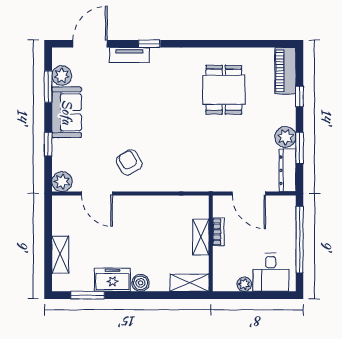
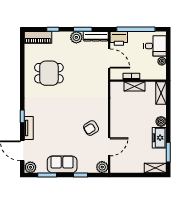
plant: (62, 76) -> (30, 167), moved
door: (249, 193) -> (109, 59), hinge flipped
printer: (284, 210) -> (119, 38), added
shelving: (60, 255) -> (155, 168), moved

